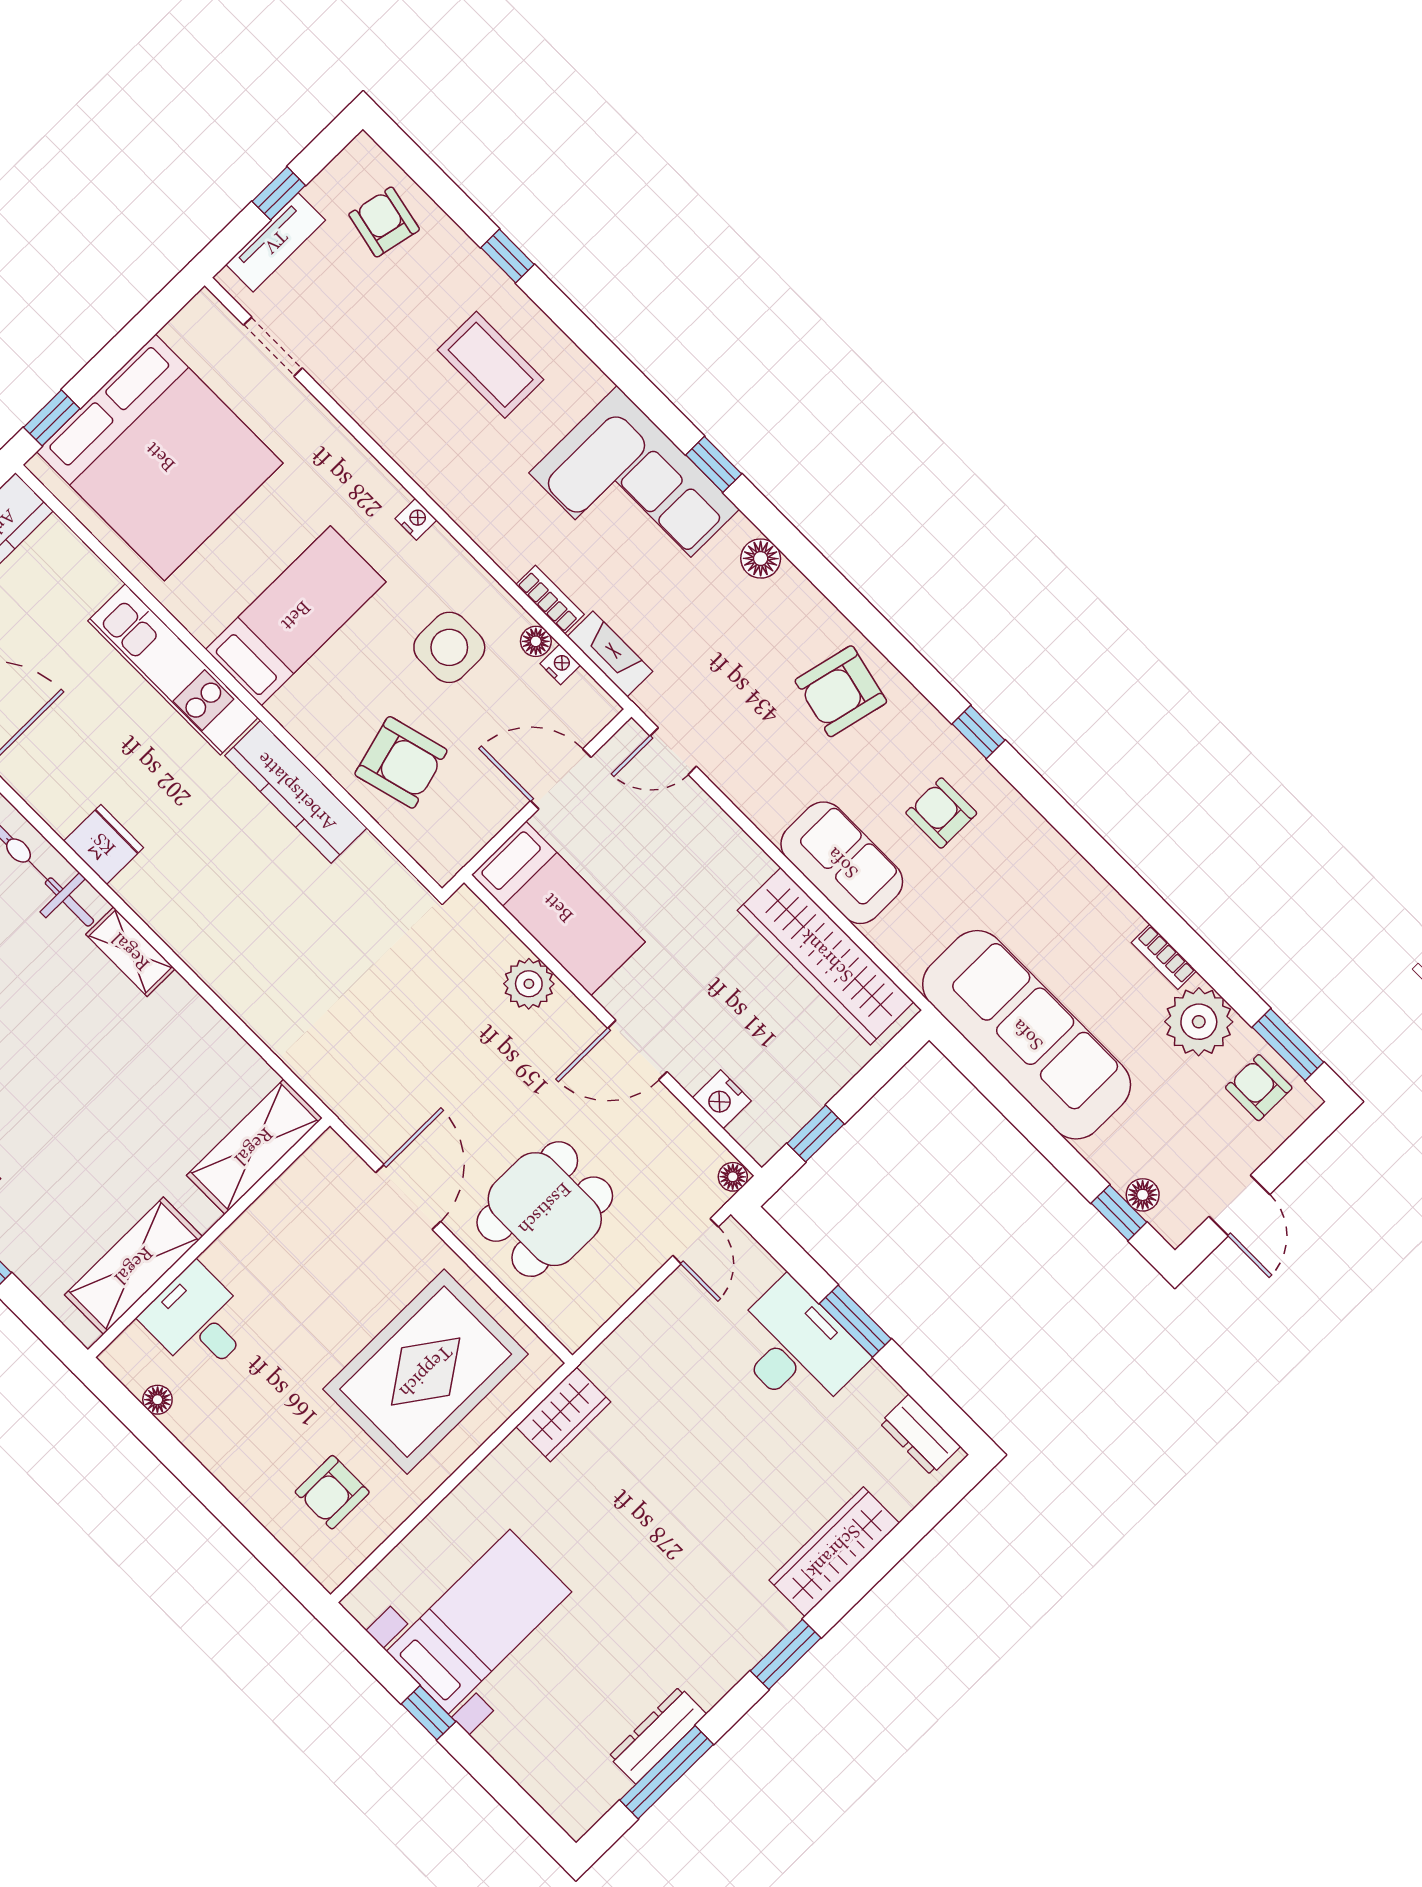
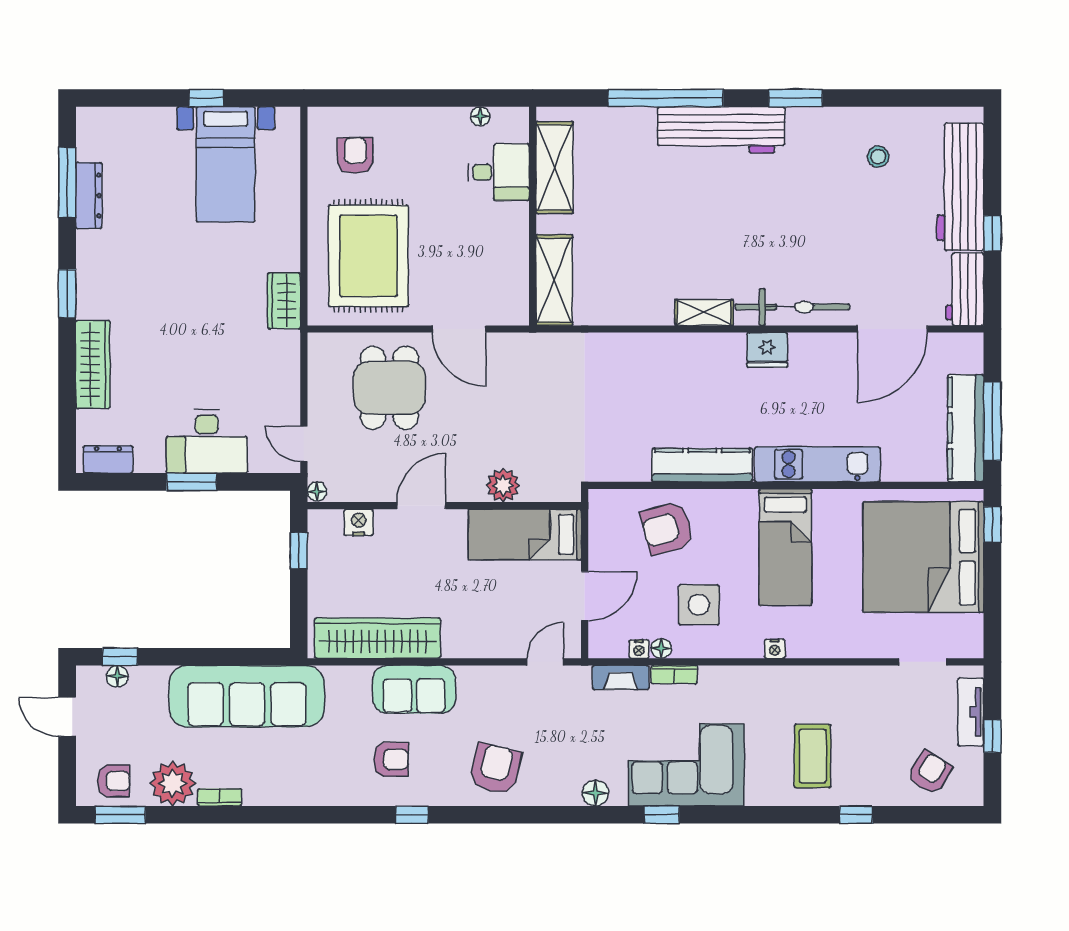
armchair: (384, 222) -> (930, 772), turned -70
coffee table: (491, 365) -> (813, 756), turned 90

